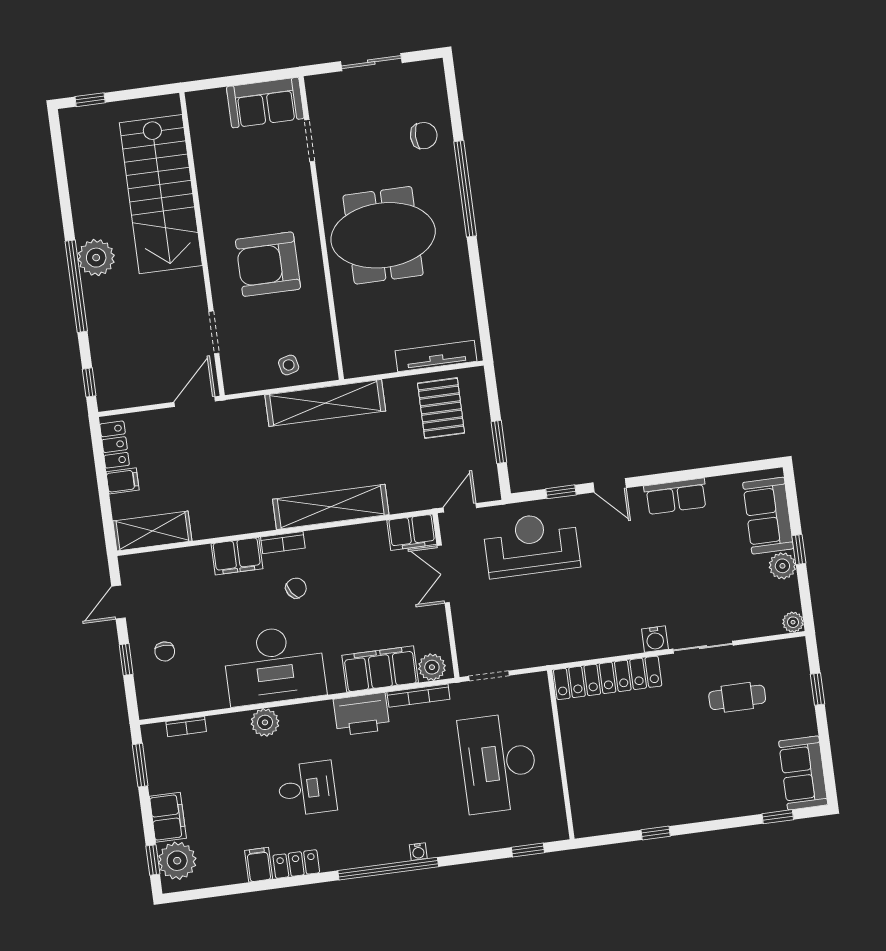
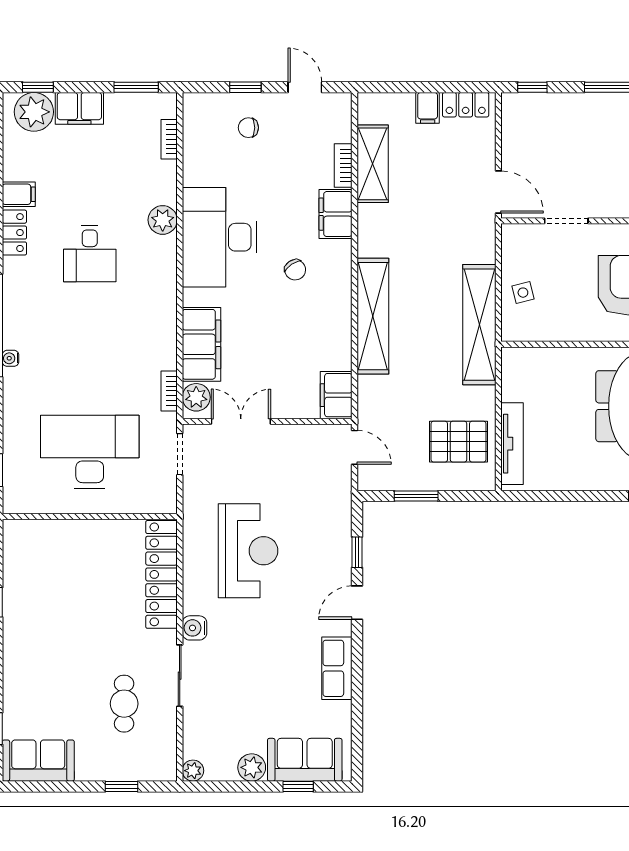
shelving: (152, 531) -> (373, 164), moved
bookcase: (283, 543) -> (343, 165), moved
reception desk: (531, 545) -> (248, 551), moved
window: (799, 550) -> (298, 786), moved
double door: (443, 574) -> (241, 421), moved
bookcase: (418, 696) -> (169, 391), width x0.64
printer: (362, 714) -> (158, 319), removed

